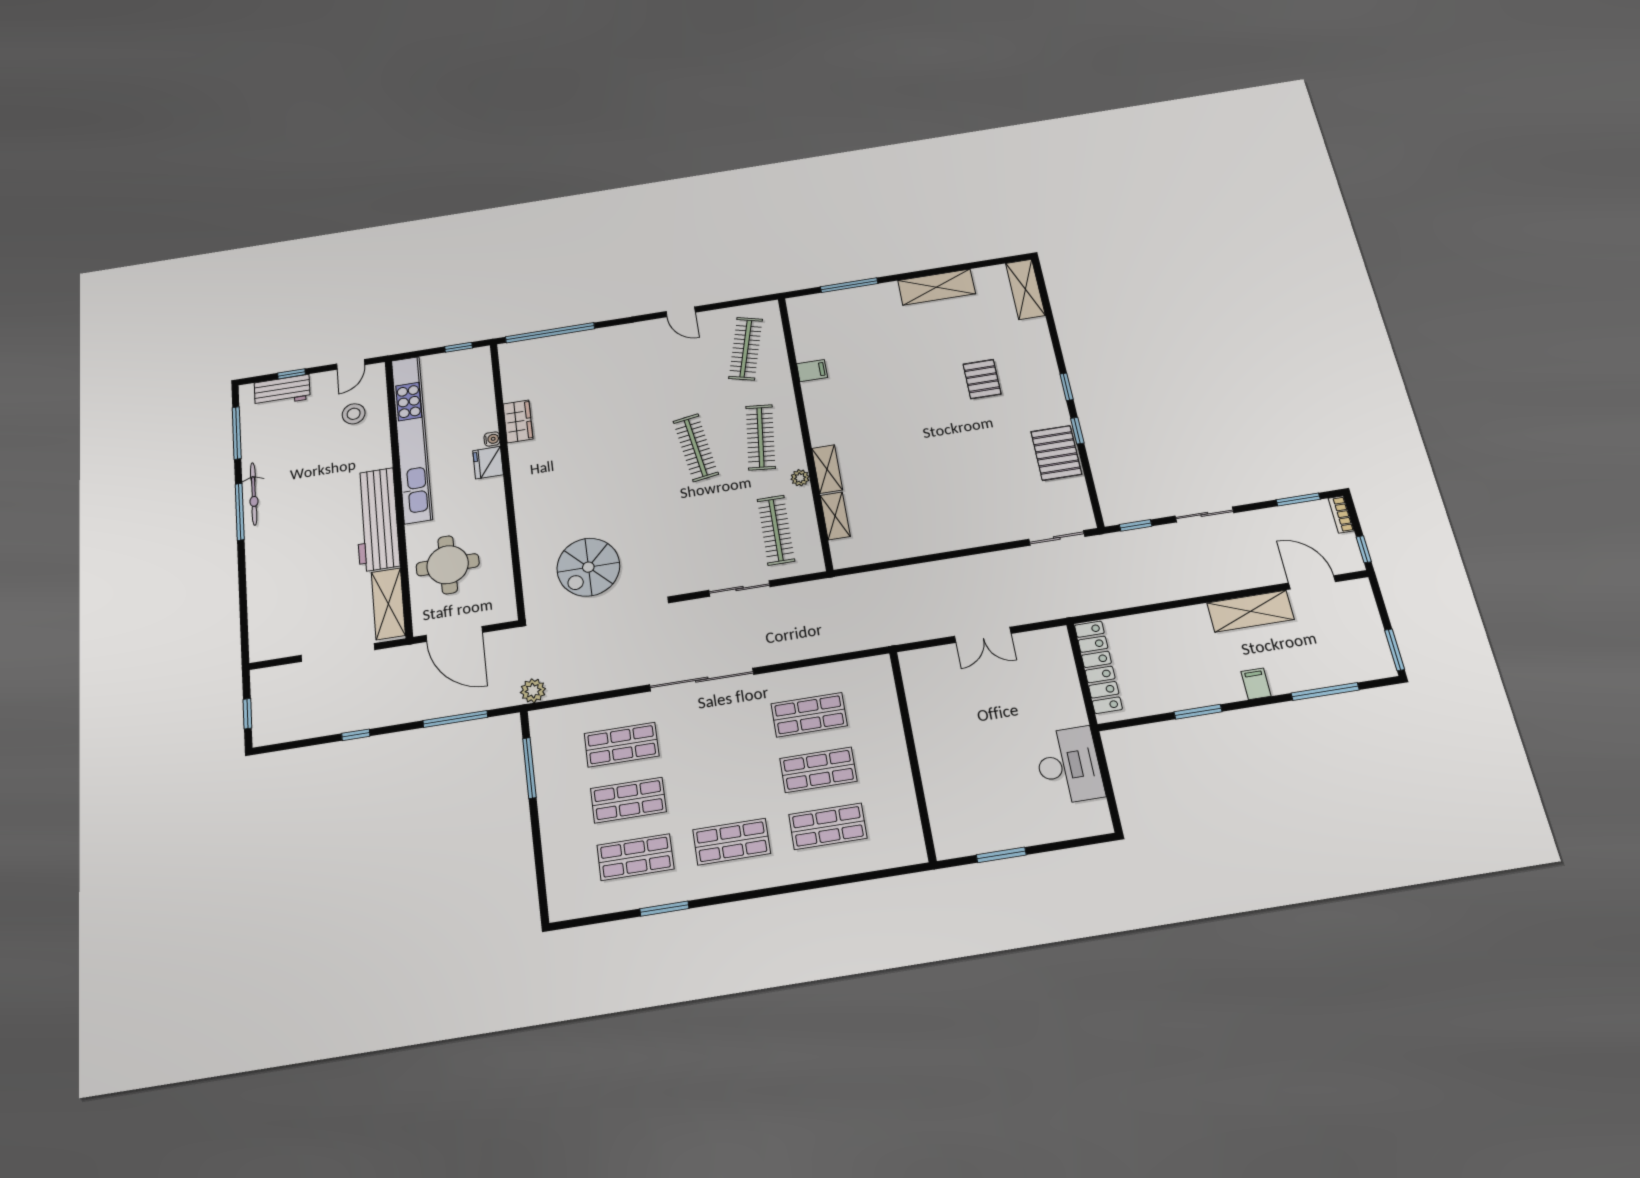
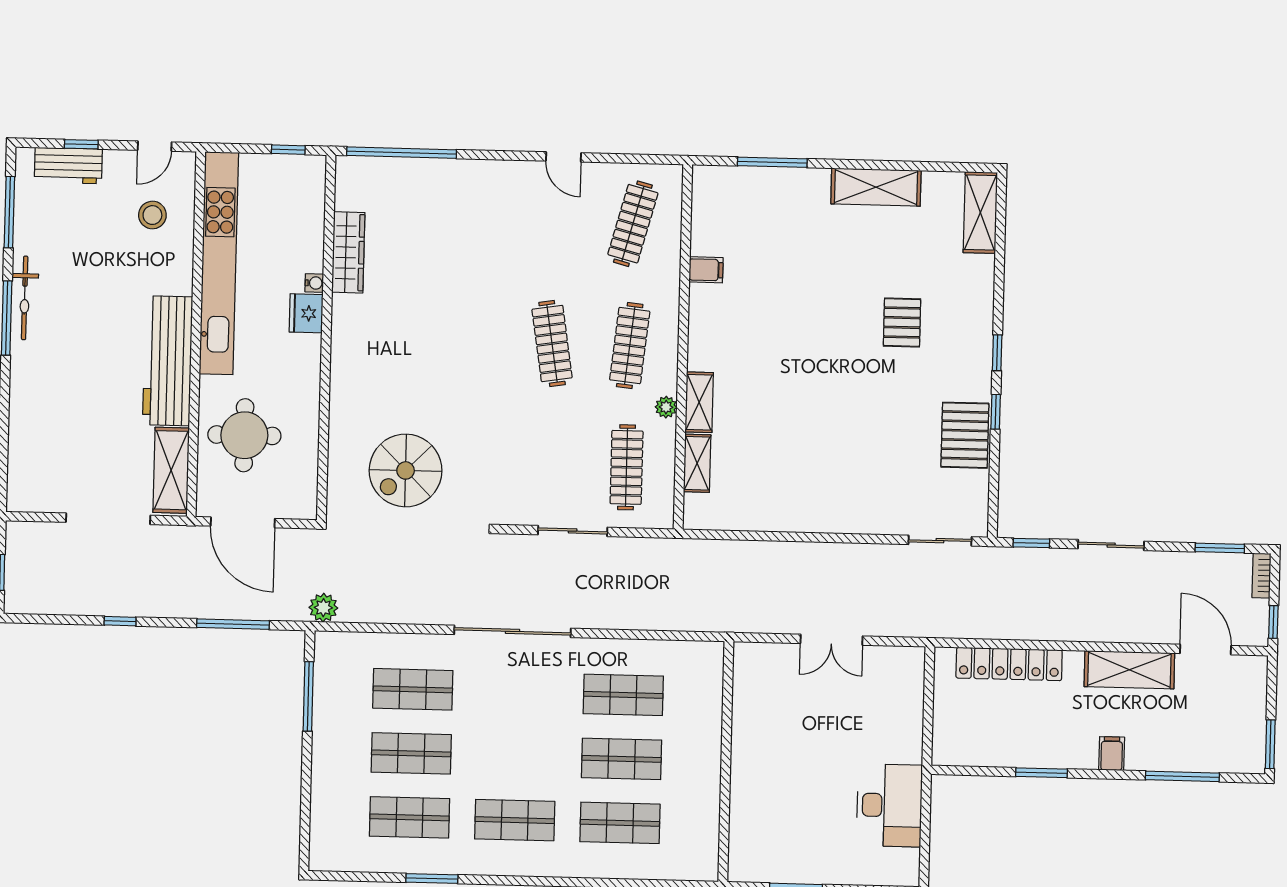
wardrobe: (518, 421) -> (348, 252), width x1.50
locker: (1098, 667) -> (1009, 664), moved, turned 90

